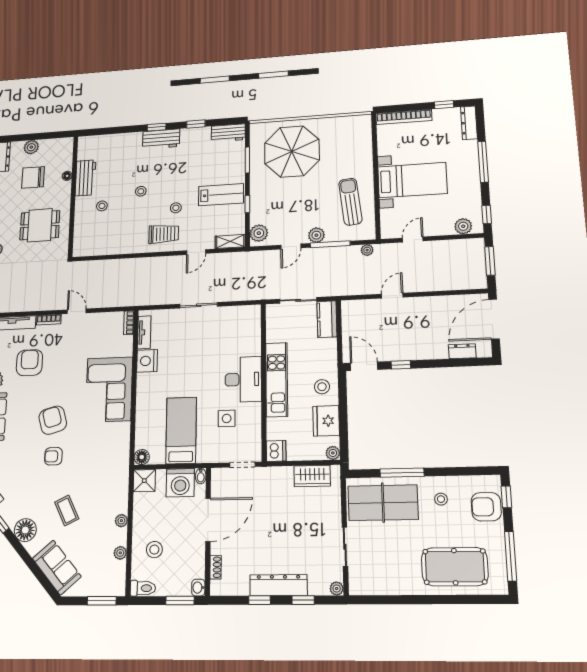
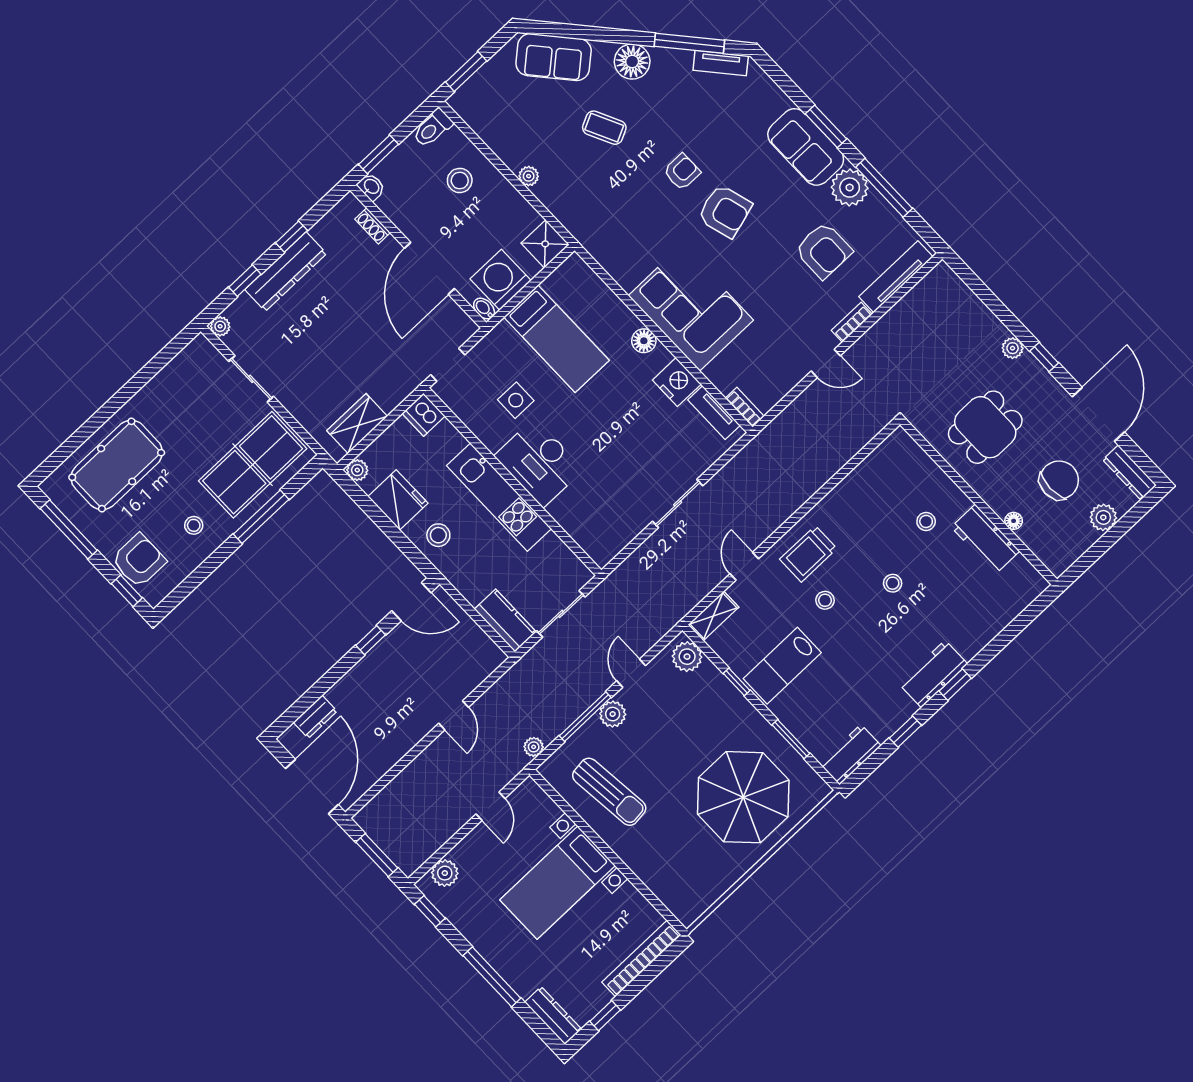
floor lamp: (142, 457) -> (644, 341), moved
plant: (120, 553) -> (495, 141), removed

